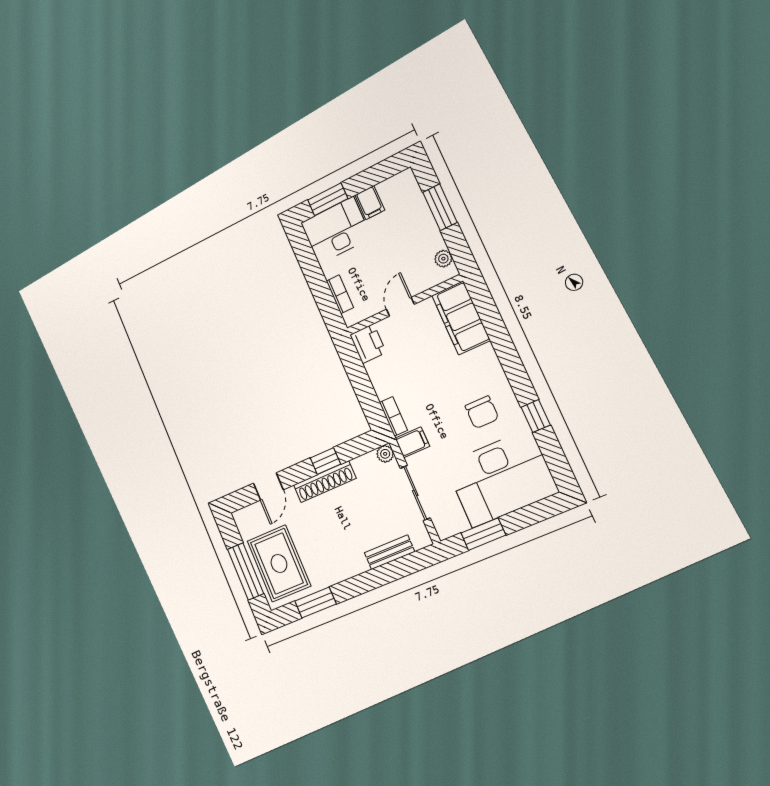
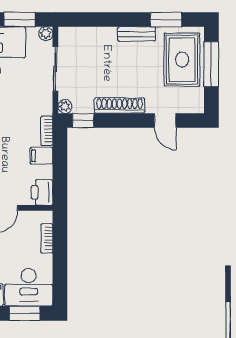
filing cabinet: (412, 442) -> (41, 156), moved
window: (325, 461) -> (83, 120), moved
door: (268, 486) -> (165, 120), swing flipped
plant: (445, 530) -> (46, 34), added
bench: (390, 552) -> (137, 34), moved

